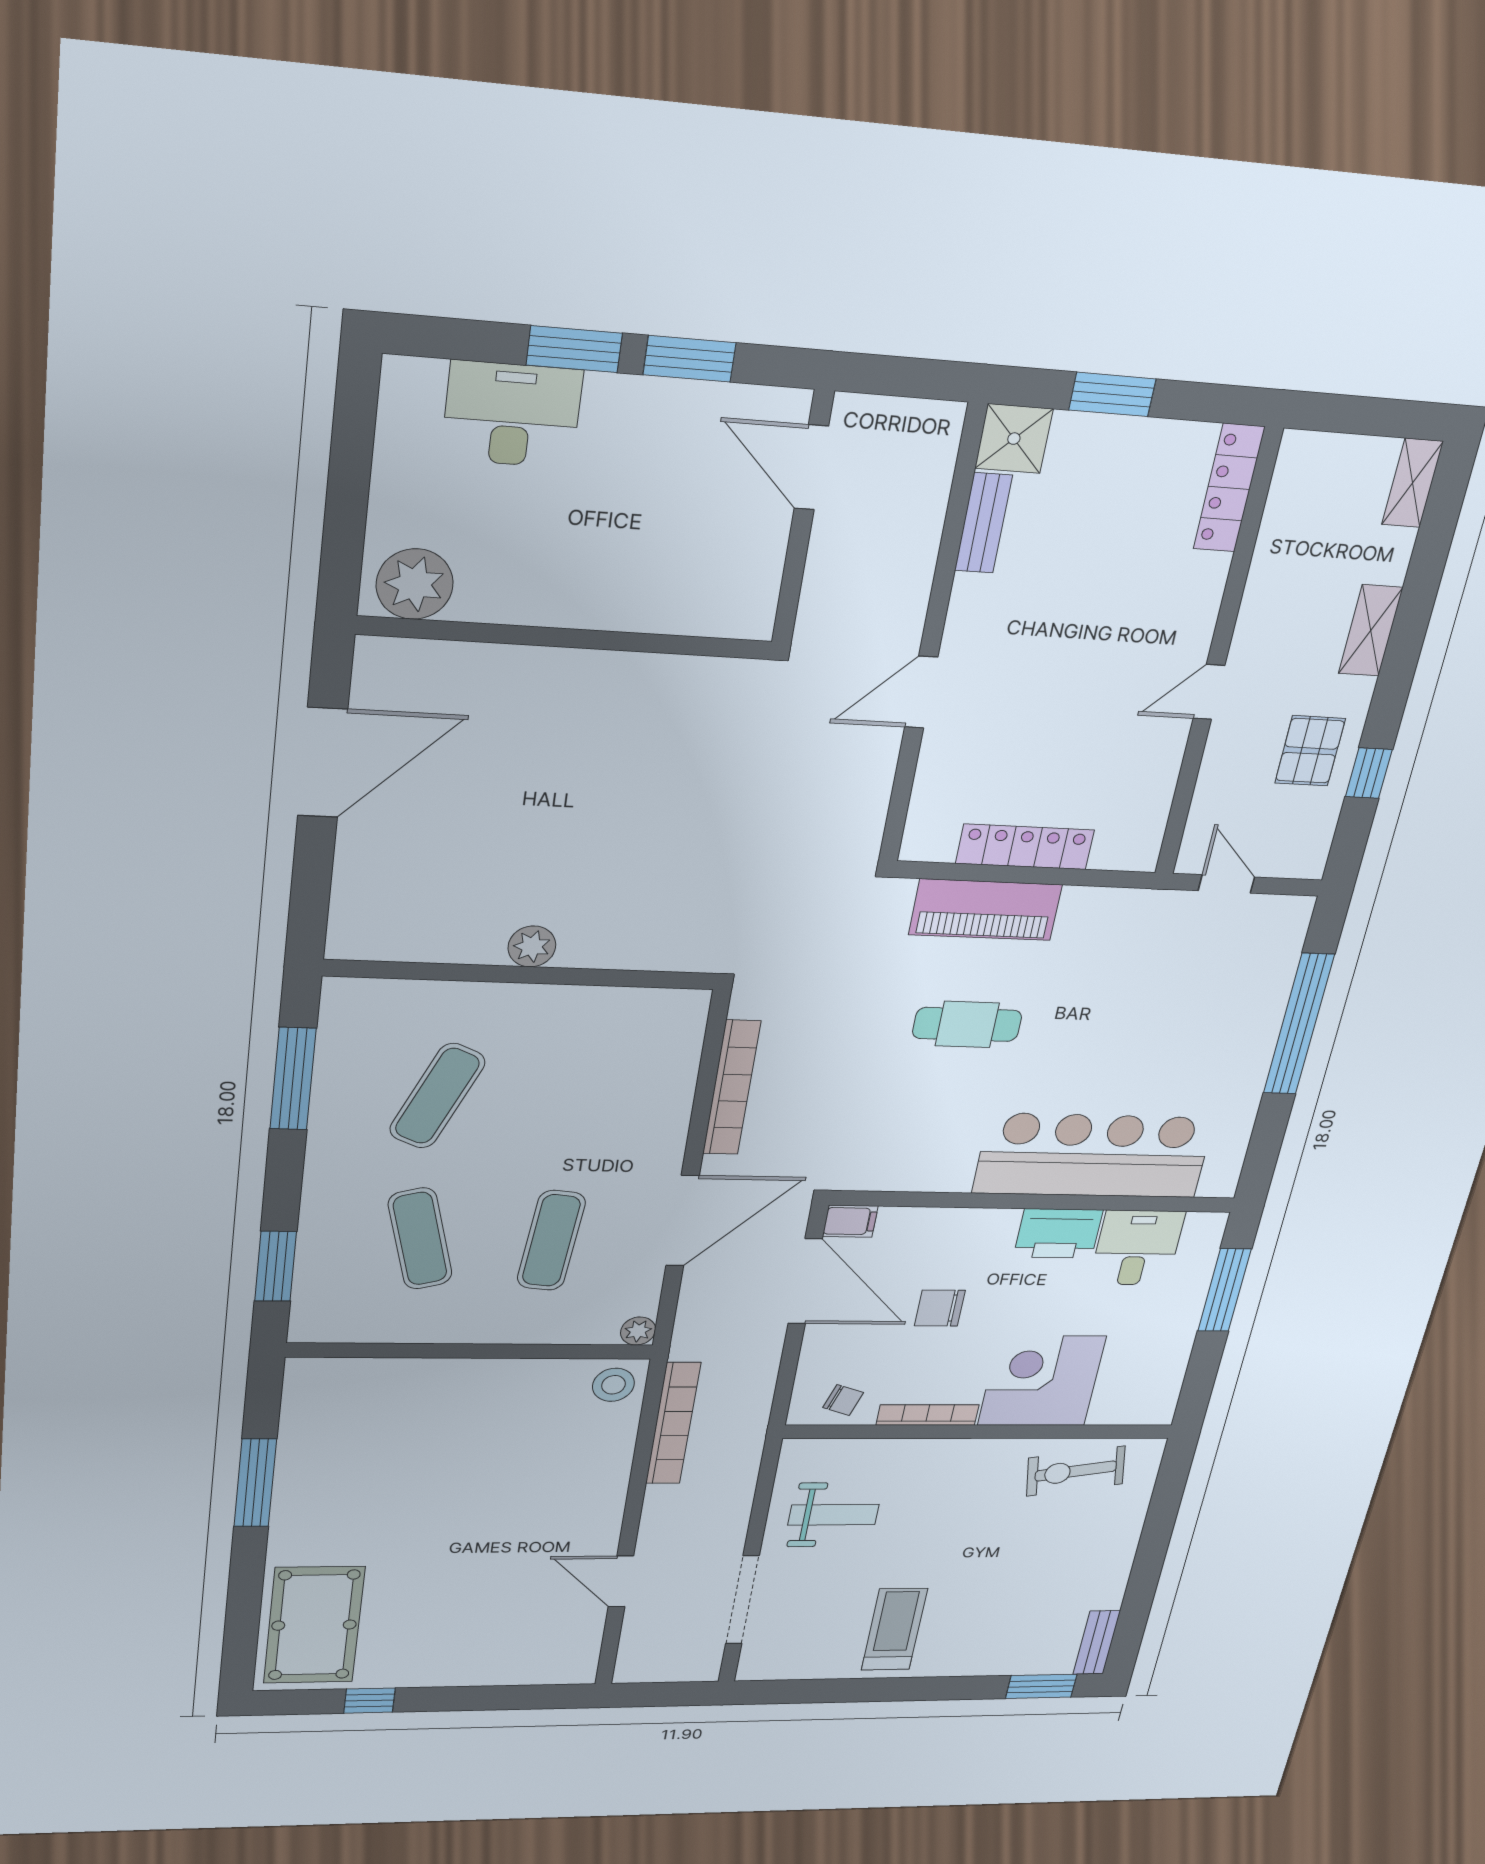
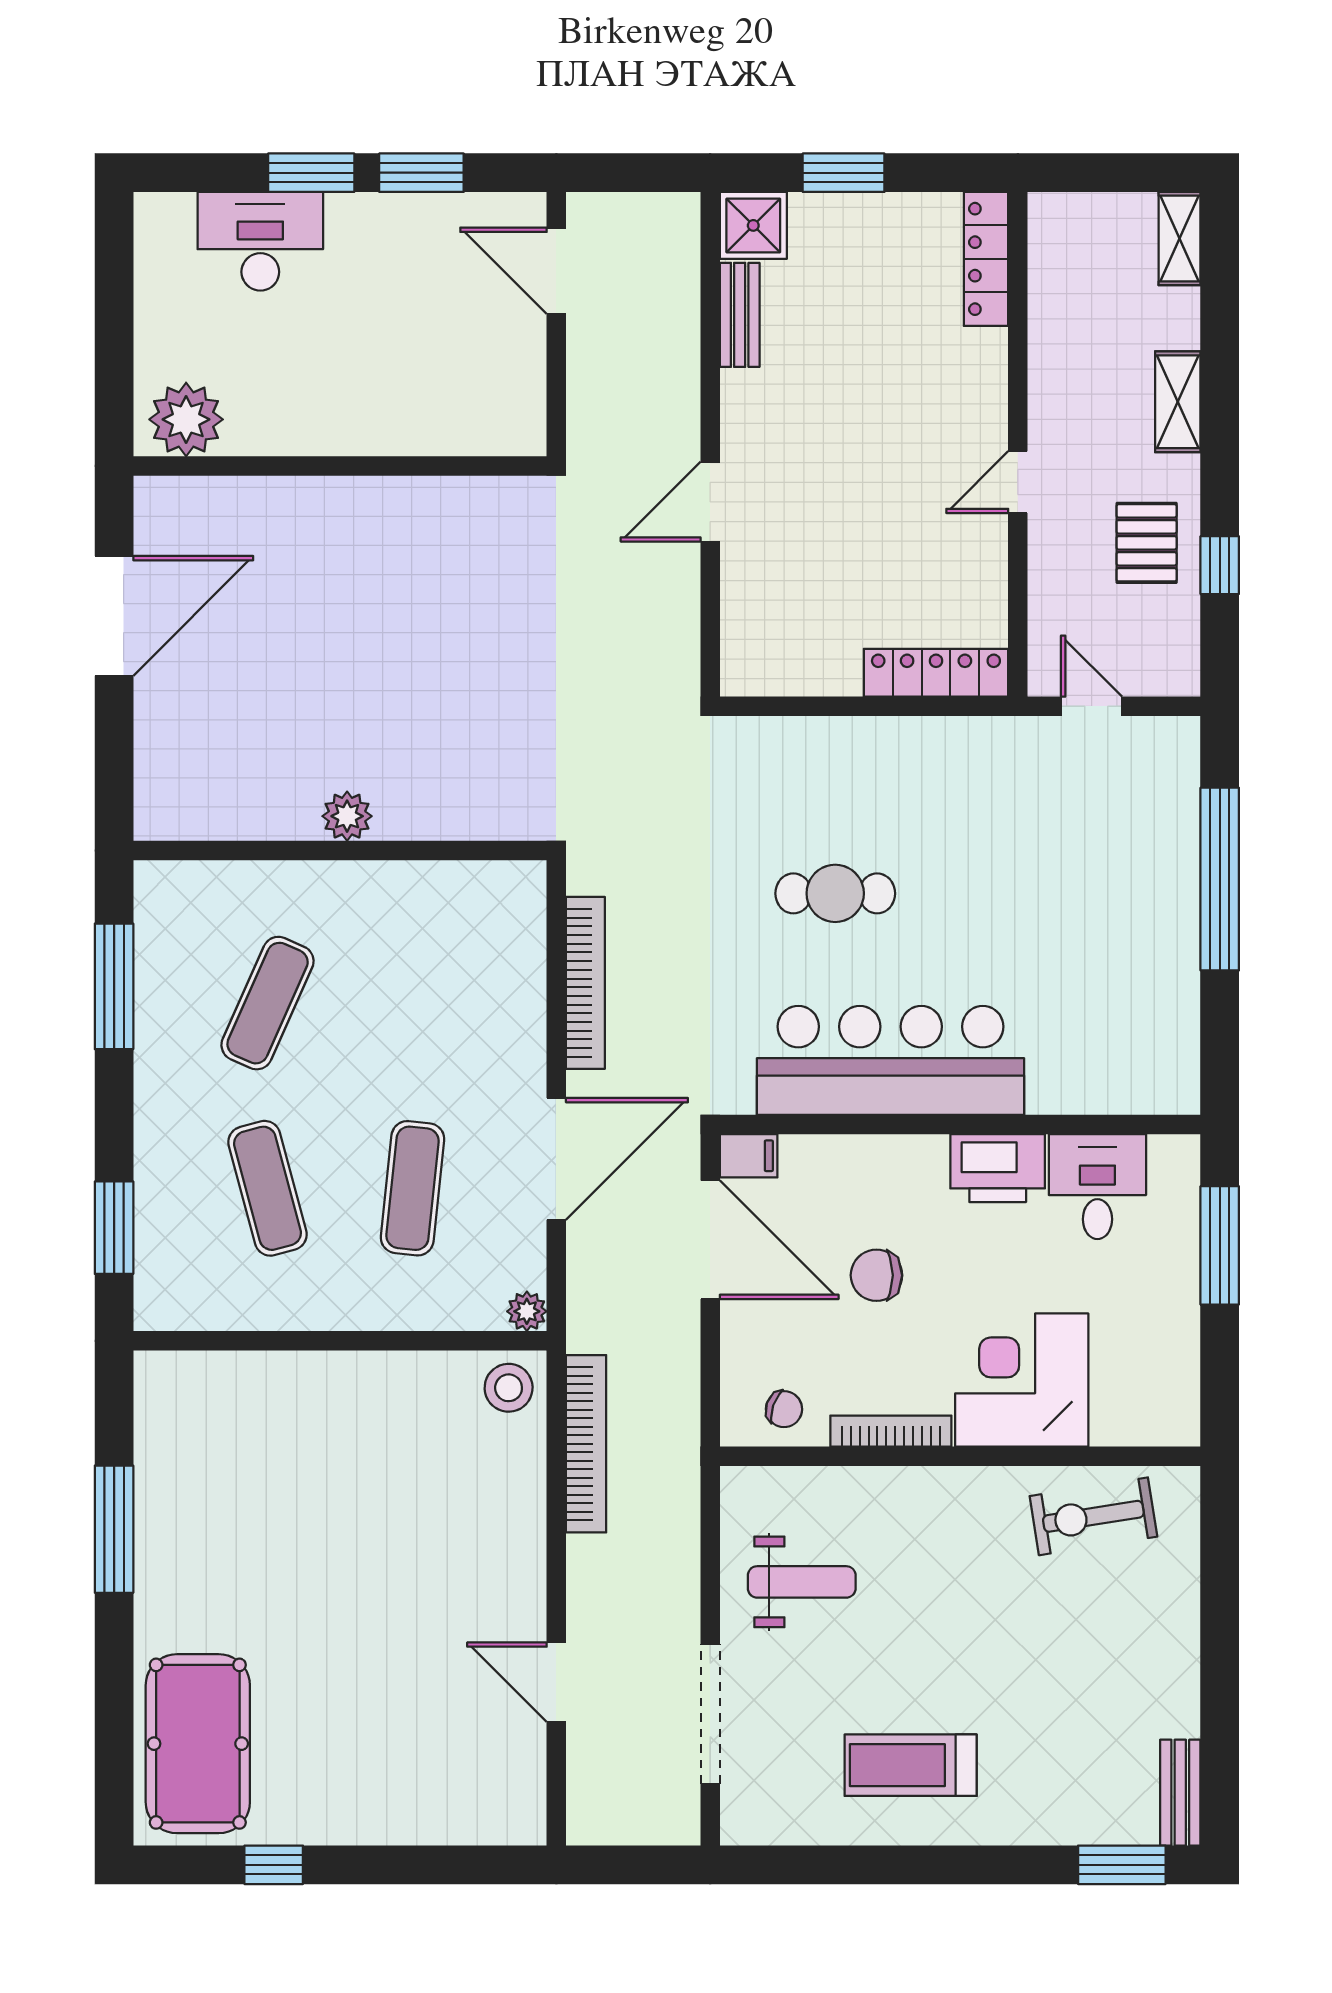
locker: (1025, 847) -> (936, 673), moved
piano: (985, 910) -> (828, 750), removed
bar counter: (1093, 1156) -> (891, 1060), moved
treadmill: (894, 1629) -> (911, 1765), turned -90

